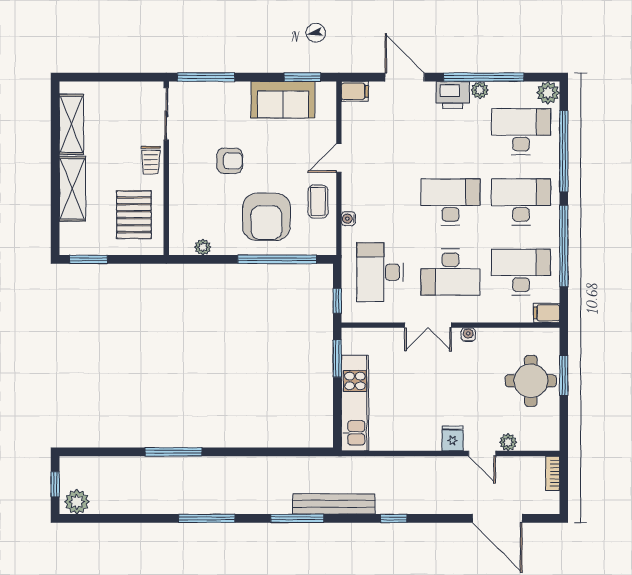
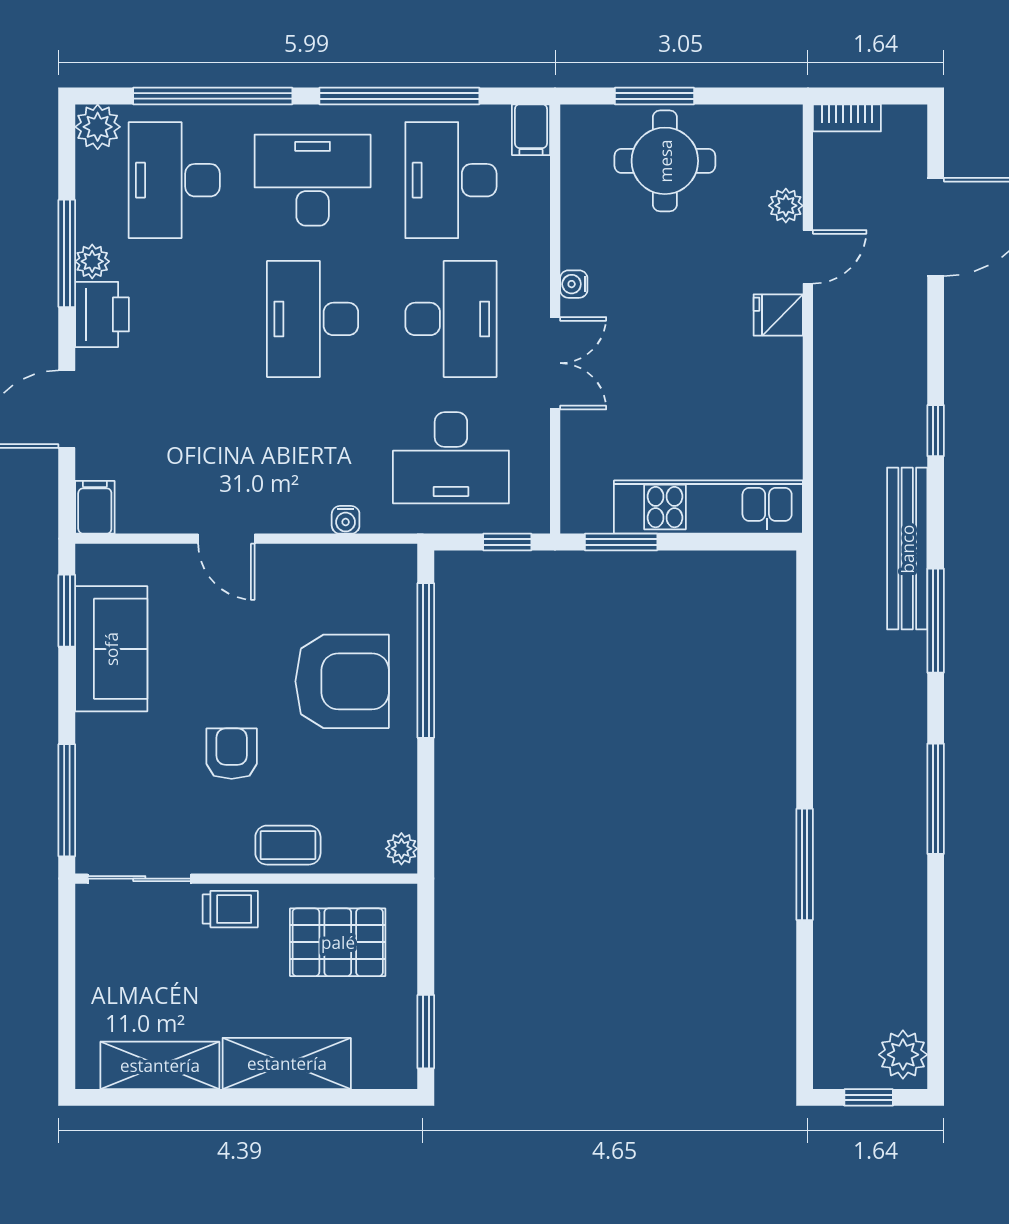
window: (484, 77) -> (67, 253), width x0.68
coffee table: (318, 201) -> (288, 845), moved
desk: (521, 202) -> (313, 180), turned 90
plant: (203, 247) -> (401, 849), moved

